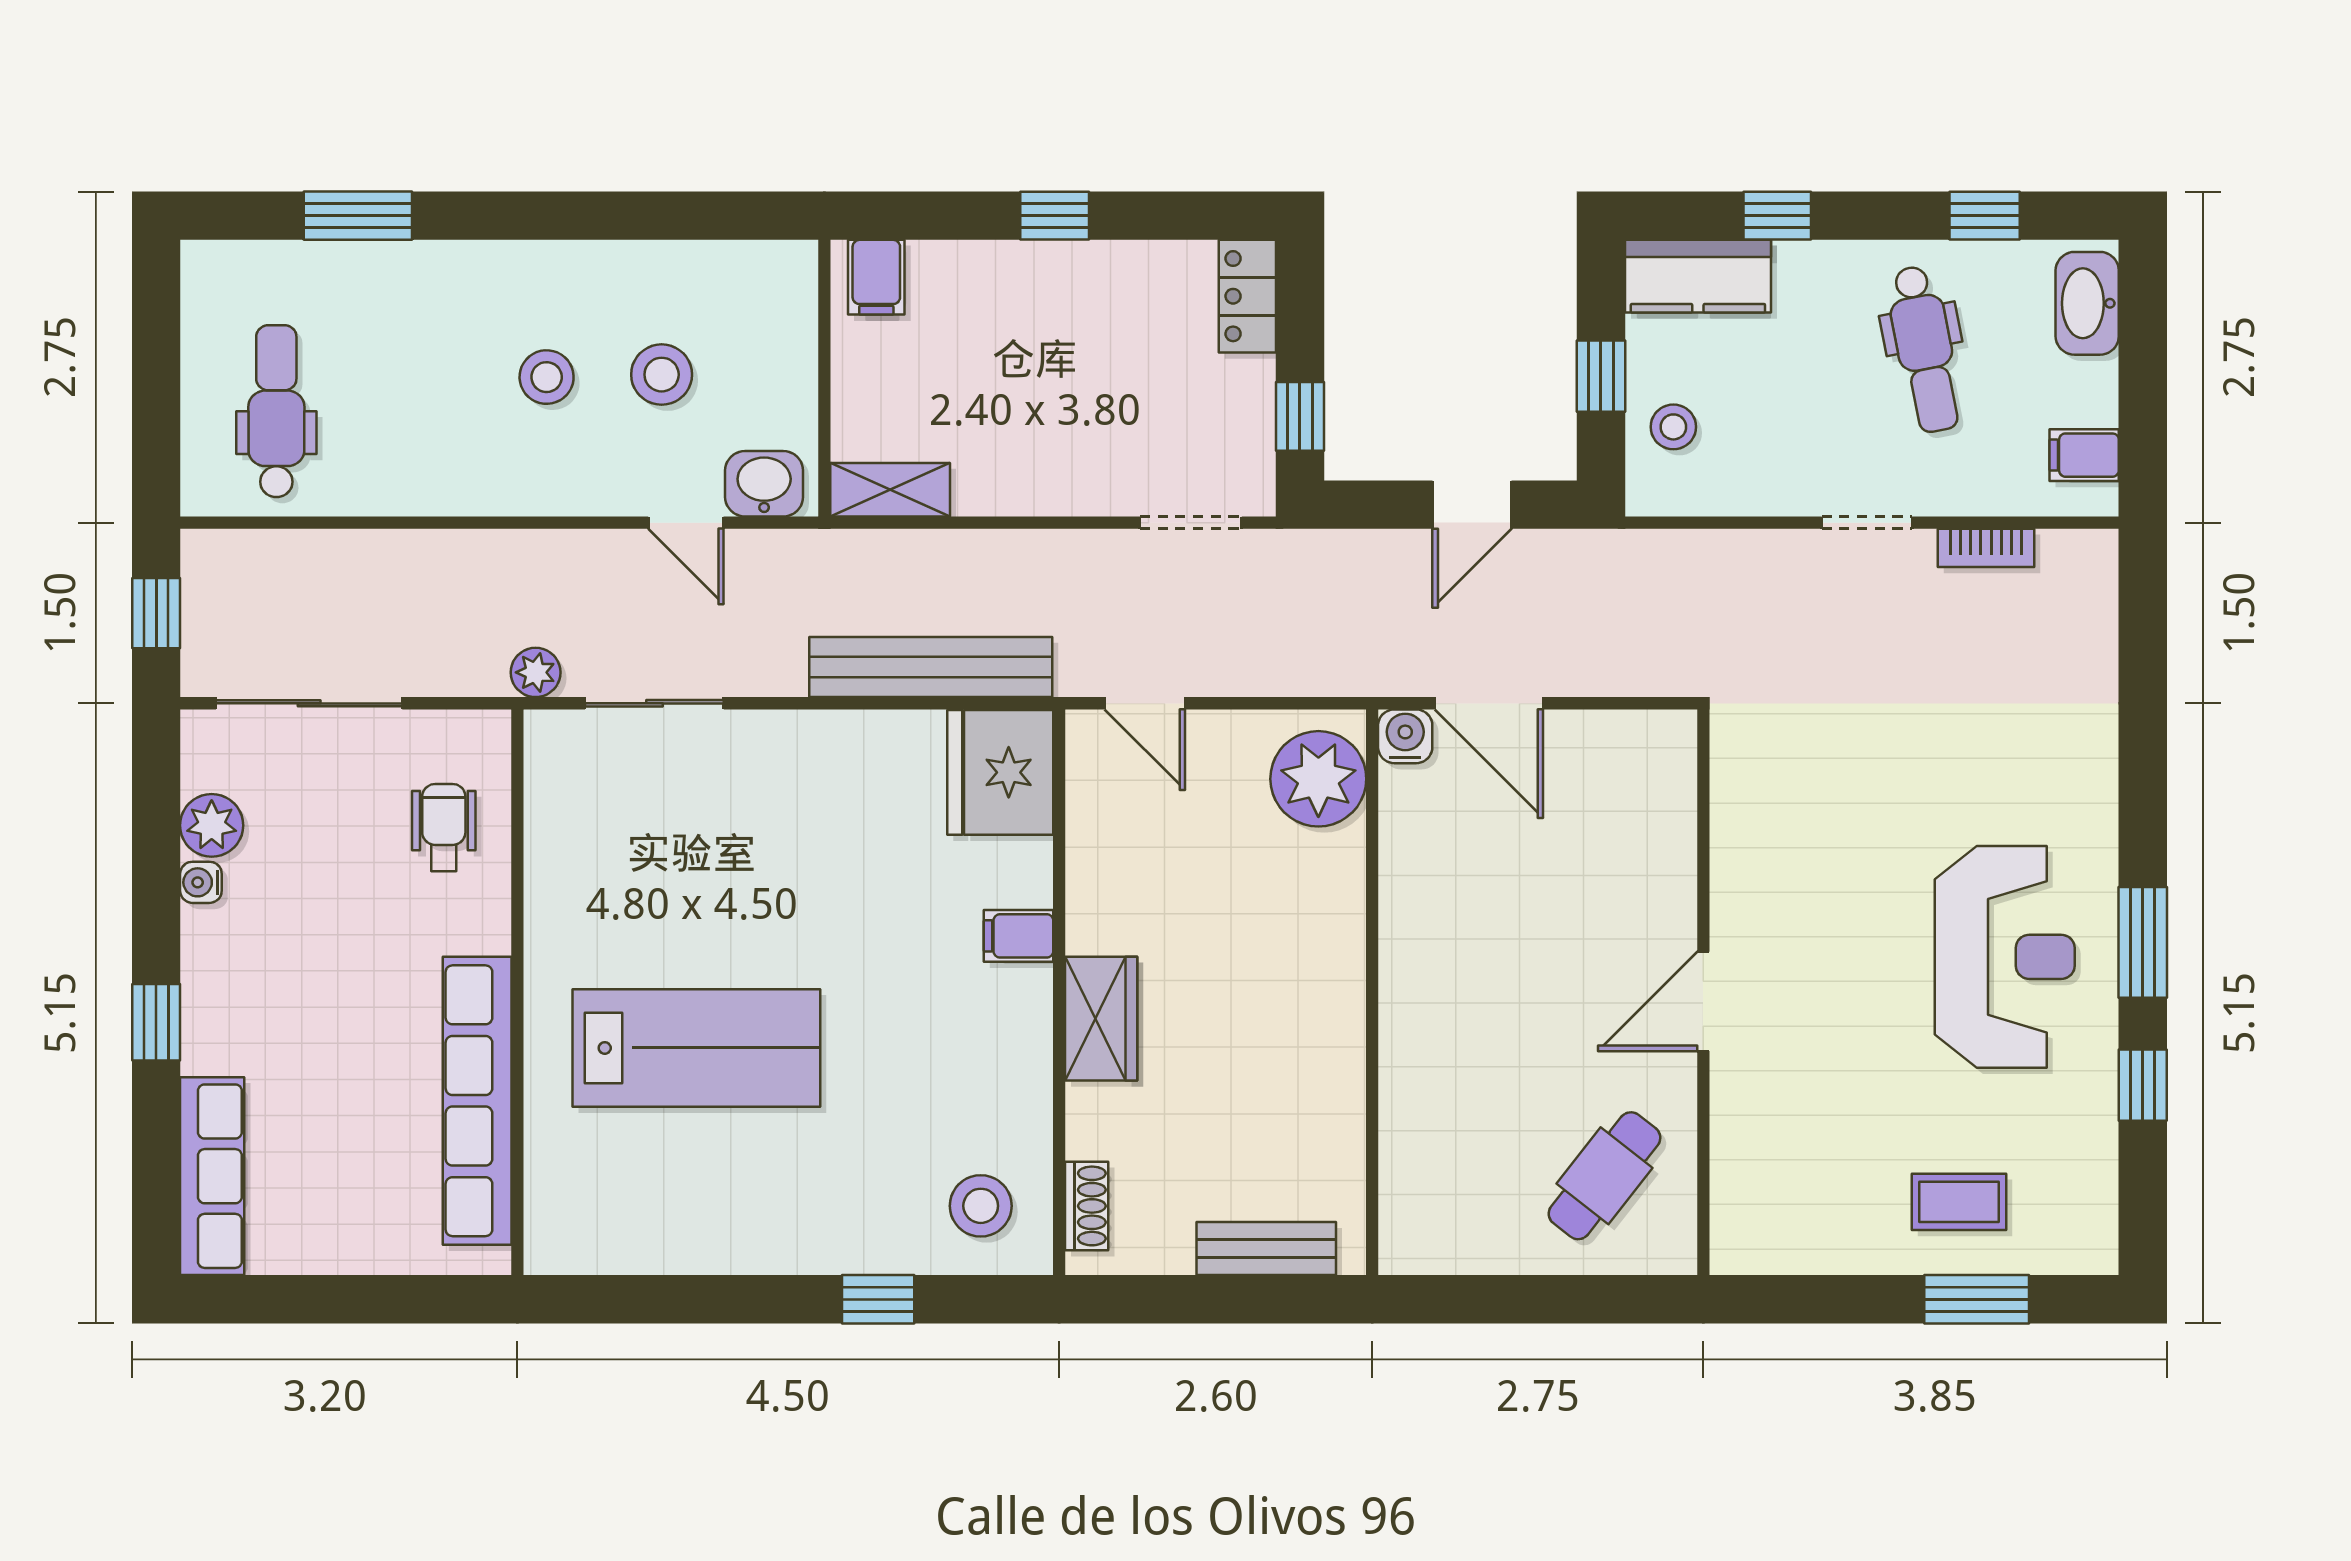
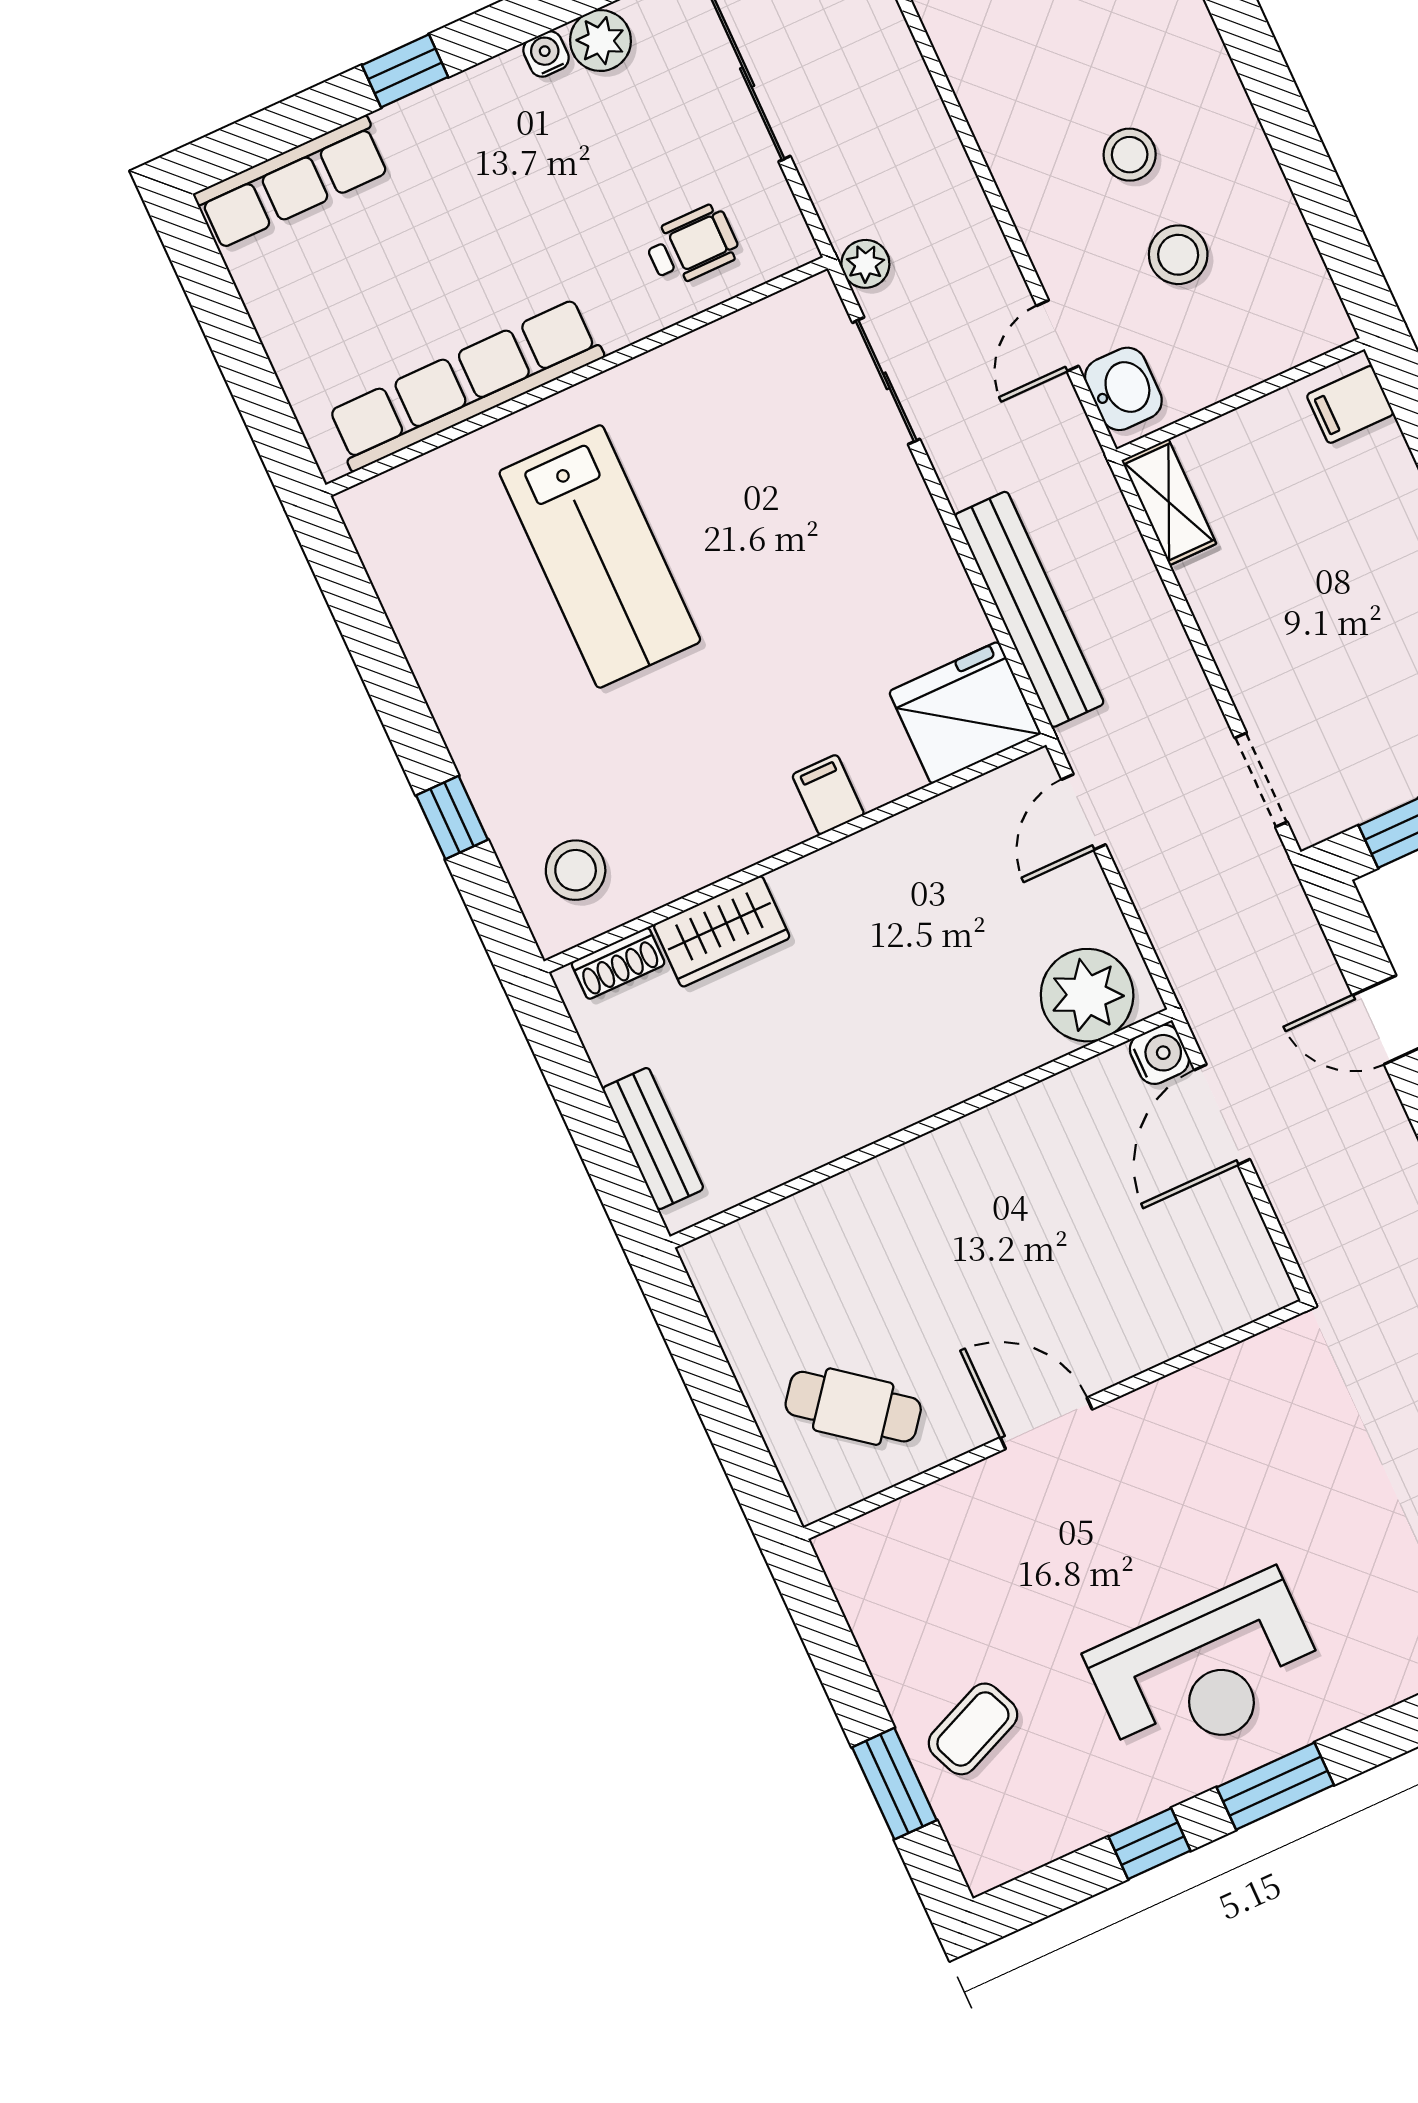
wardrobe: (1101, 1019) -> (722, 931), moved
coffee table: (1959, 1202) -> (973, 1729), turned 67

